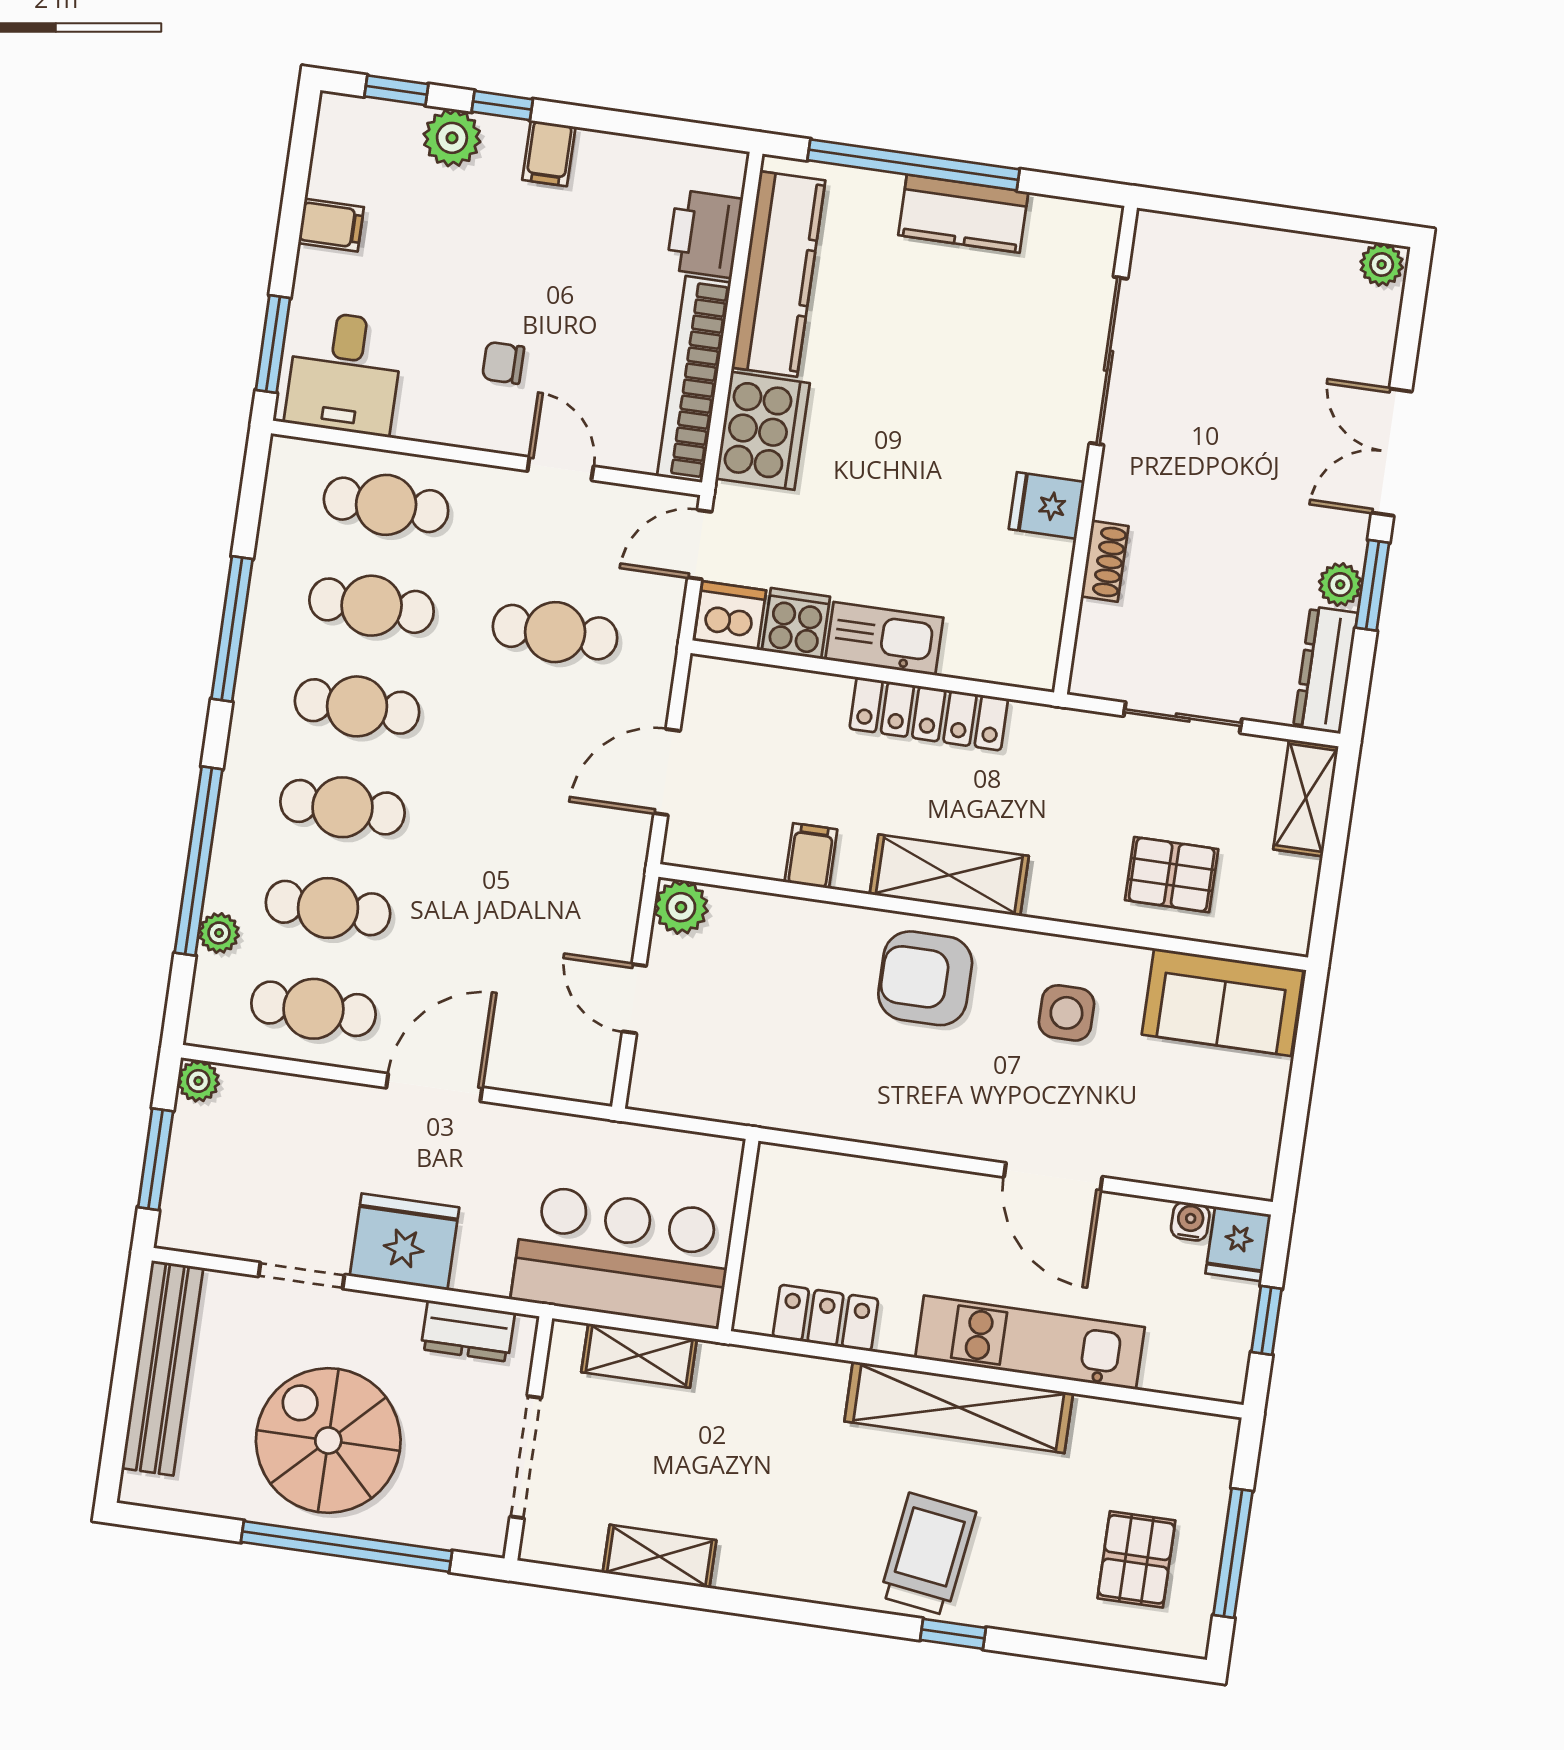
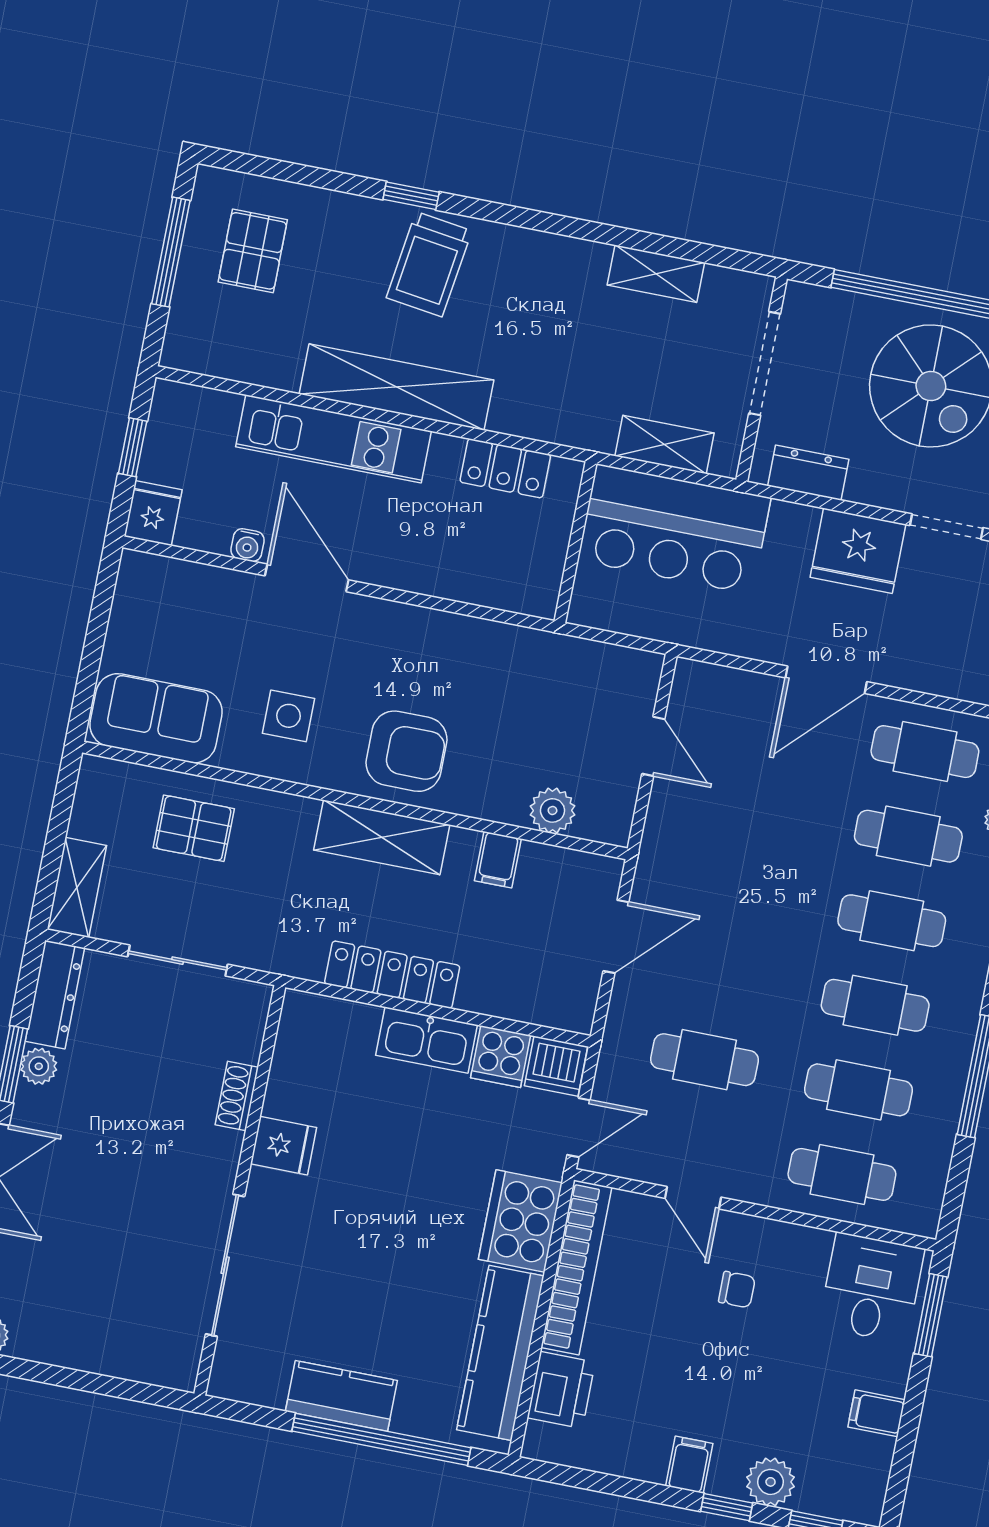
plant: (681, 907) -> (553, 810), moved
water cooler: (1190, 1221) -> (247, 545), moved

